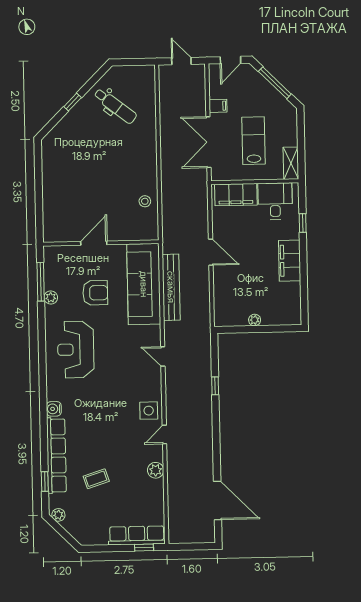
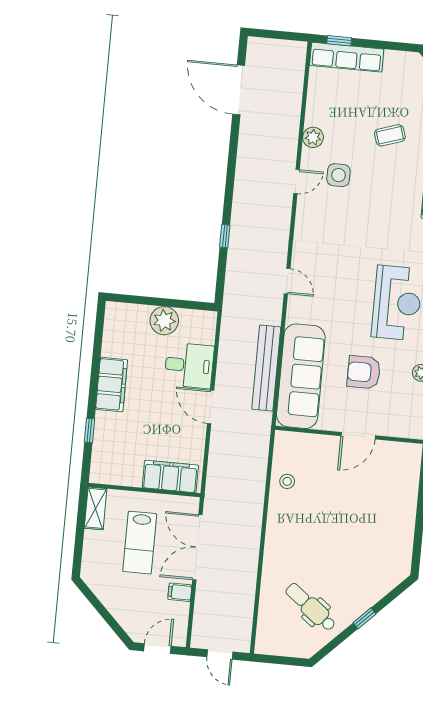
window: (275, 83) -> (104, 613), removed
double door: (208, 142) -> (197, 547), swing flipped
desk: (275, 201) -> (189, 365), moved, turned -90
plant: (255, 320) -> (164, 321), width x1.88, depth x1.88
side table: (149, 411) -> (338, 175), moved

